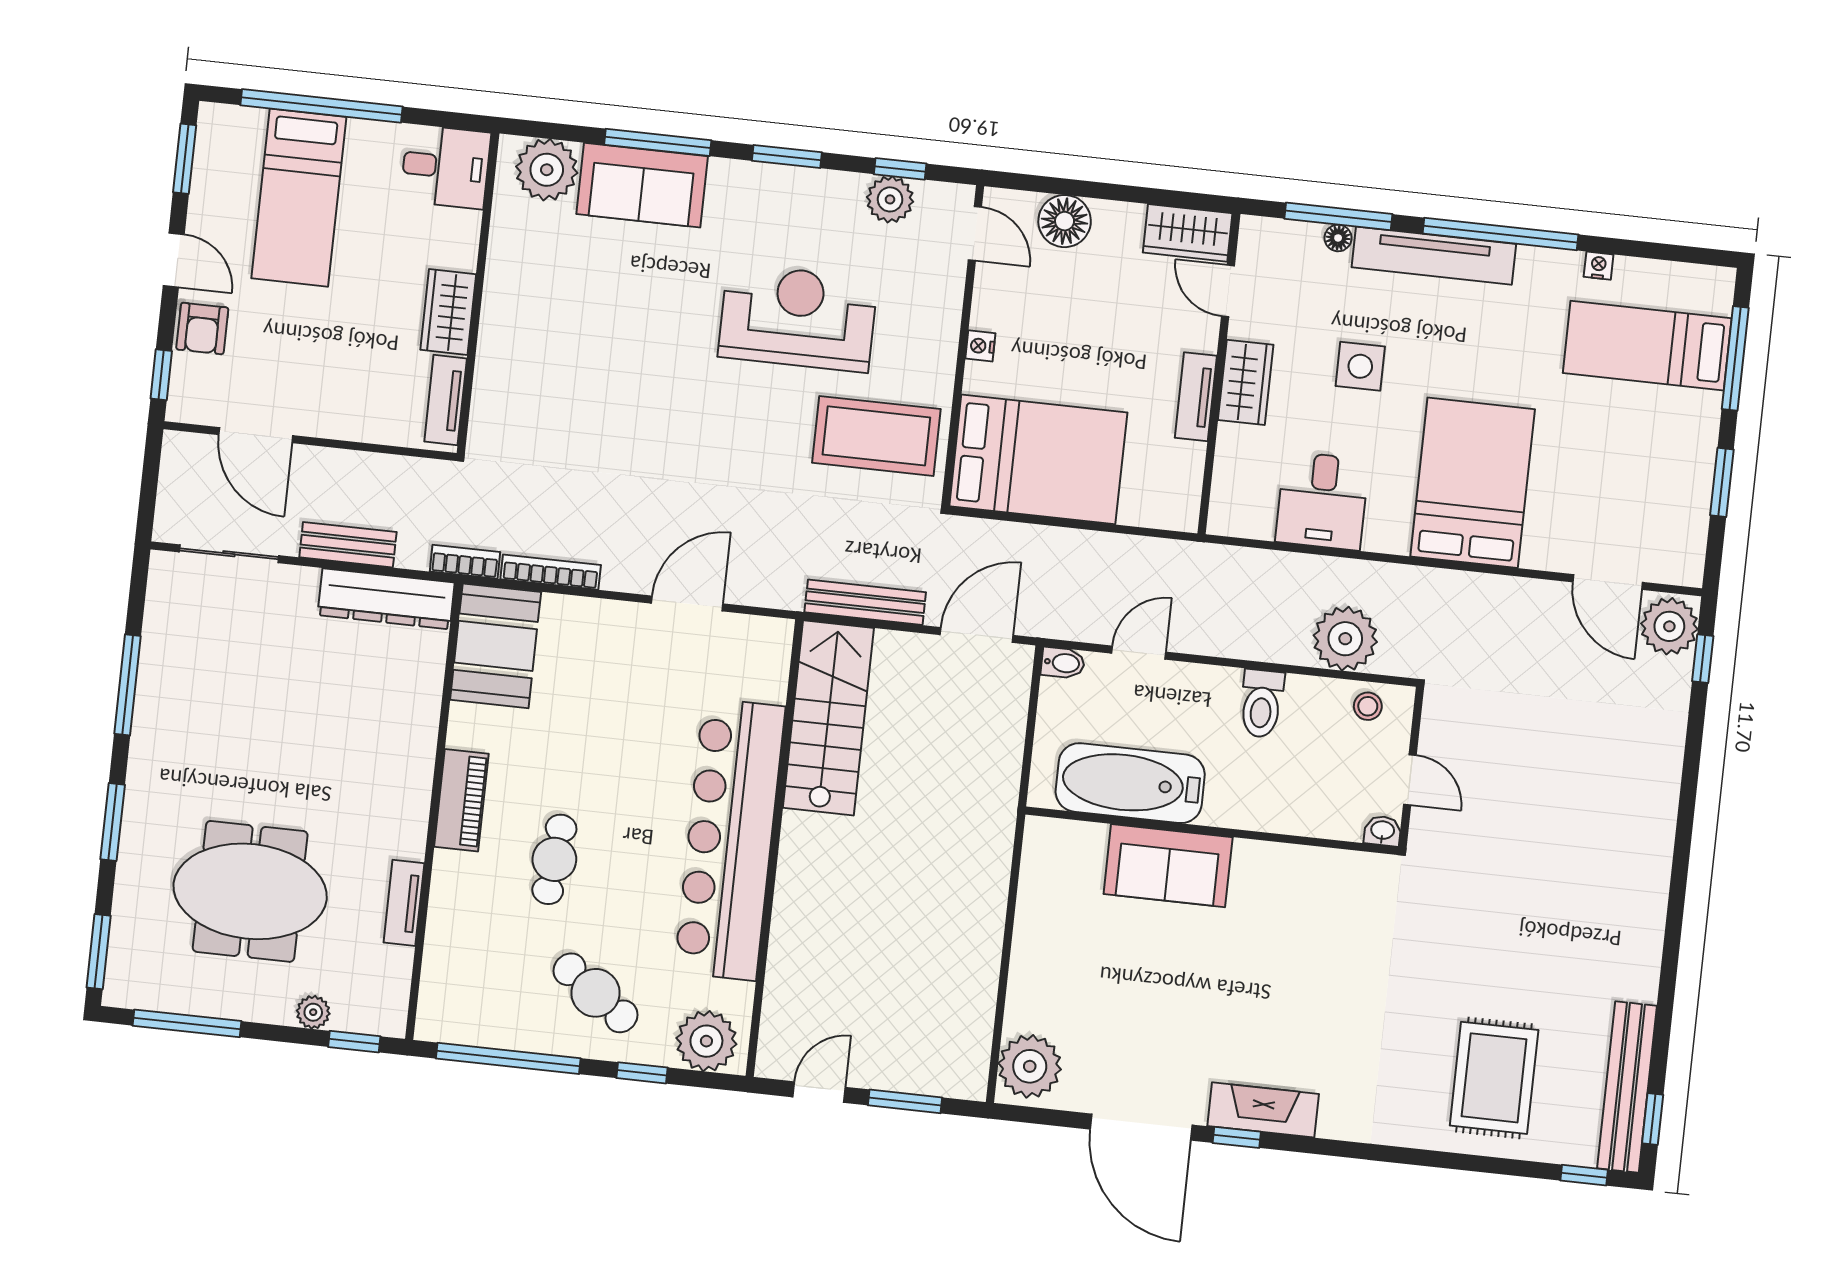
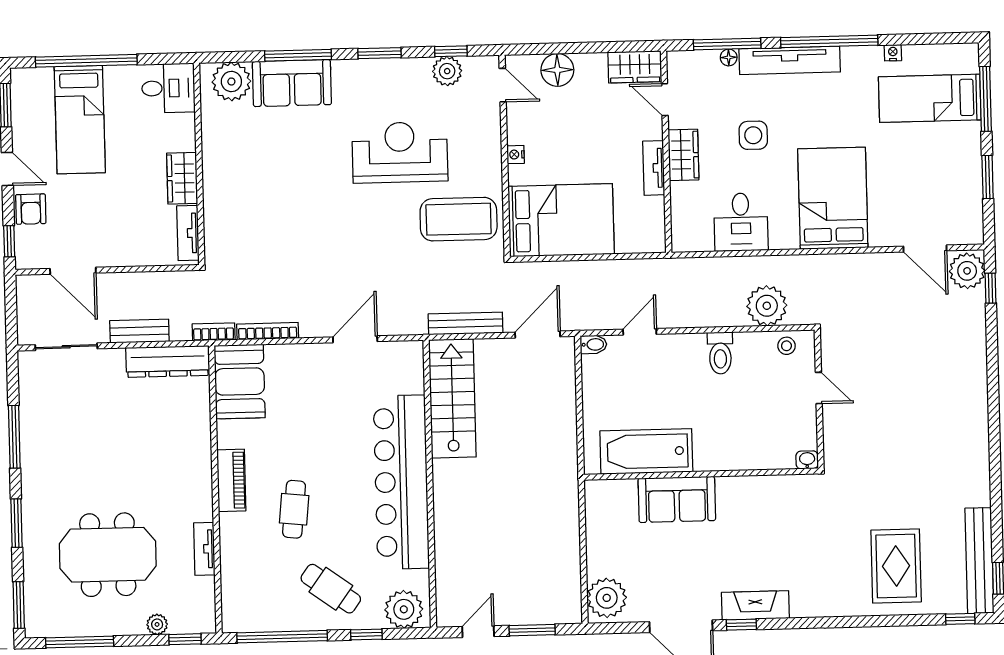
bathtub: (1130, 783) -> (646, 451), moved
wall: (1212, 831) -> (701, 474), moved
washbasin: (1383, 831) -> (807, 460), moved
sofa: (1168, 866) -> (677, 499), moved

